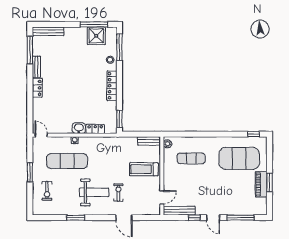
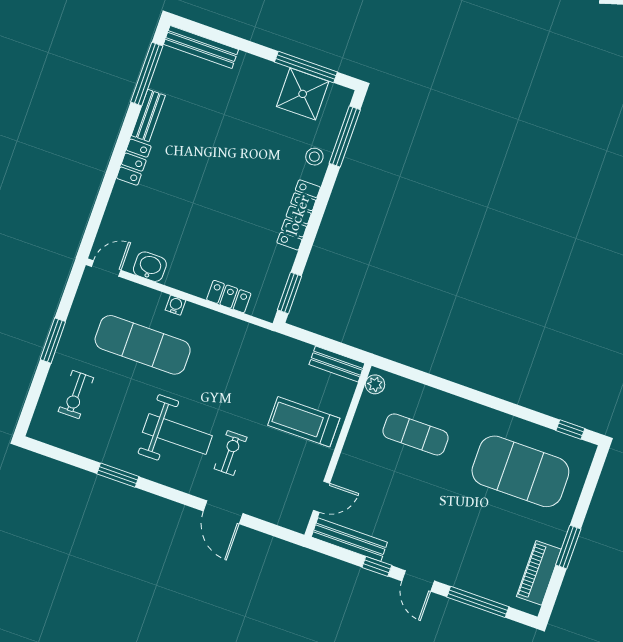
washbasin: (79, 128) -> (150, 267), moved
door: (41, 135) -> (106, 268), hinge flipped
piano: (261, 184) -> (539, 573), moved

